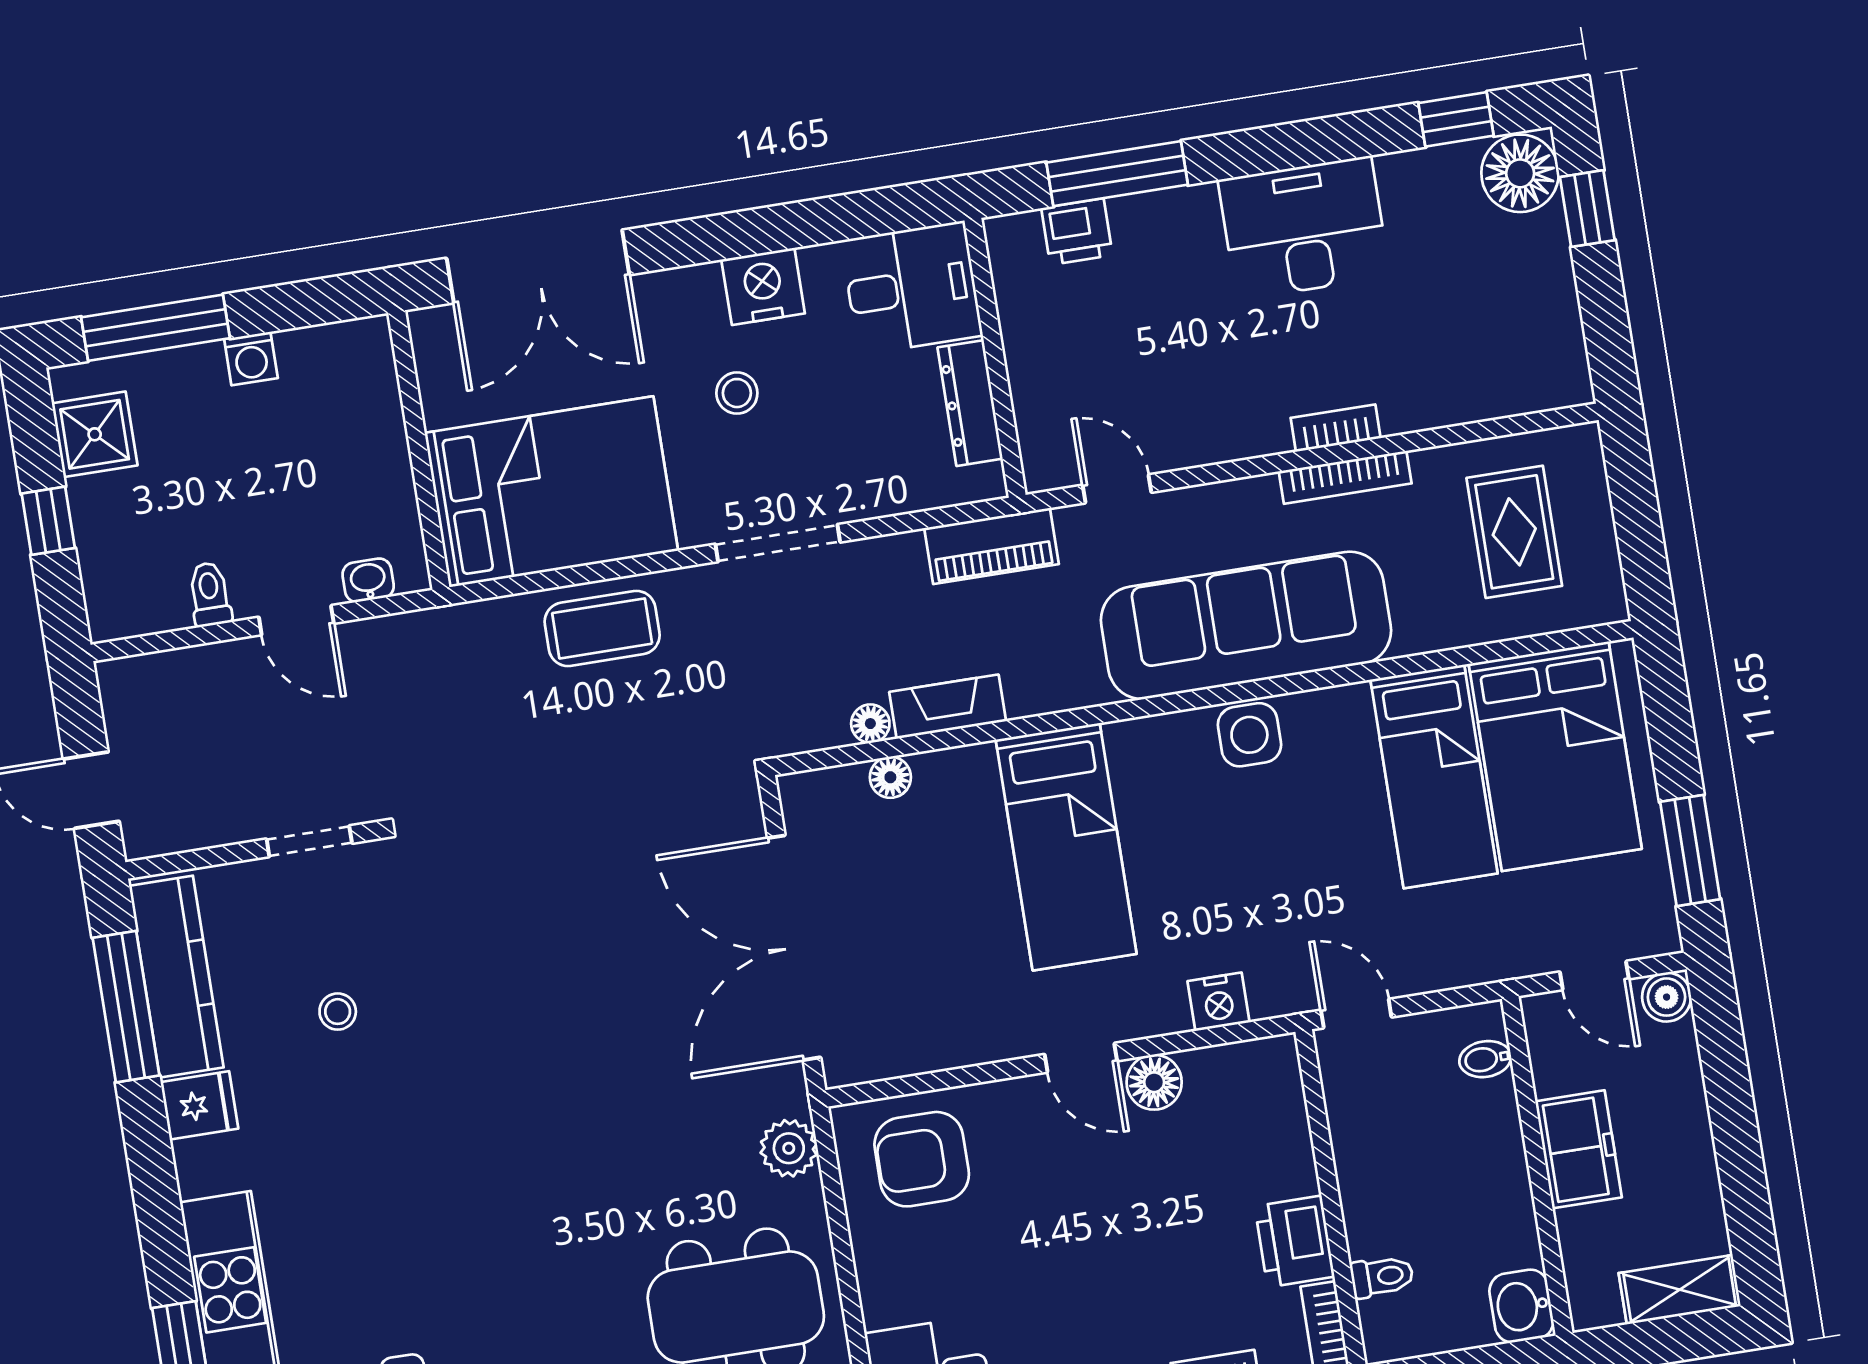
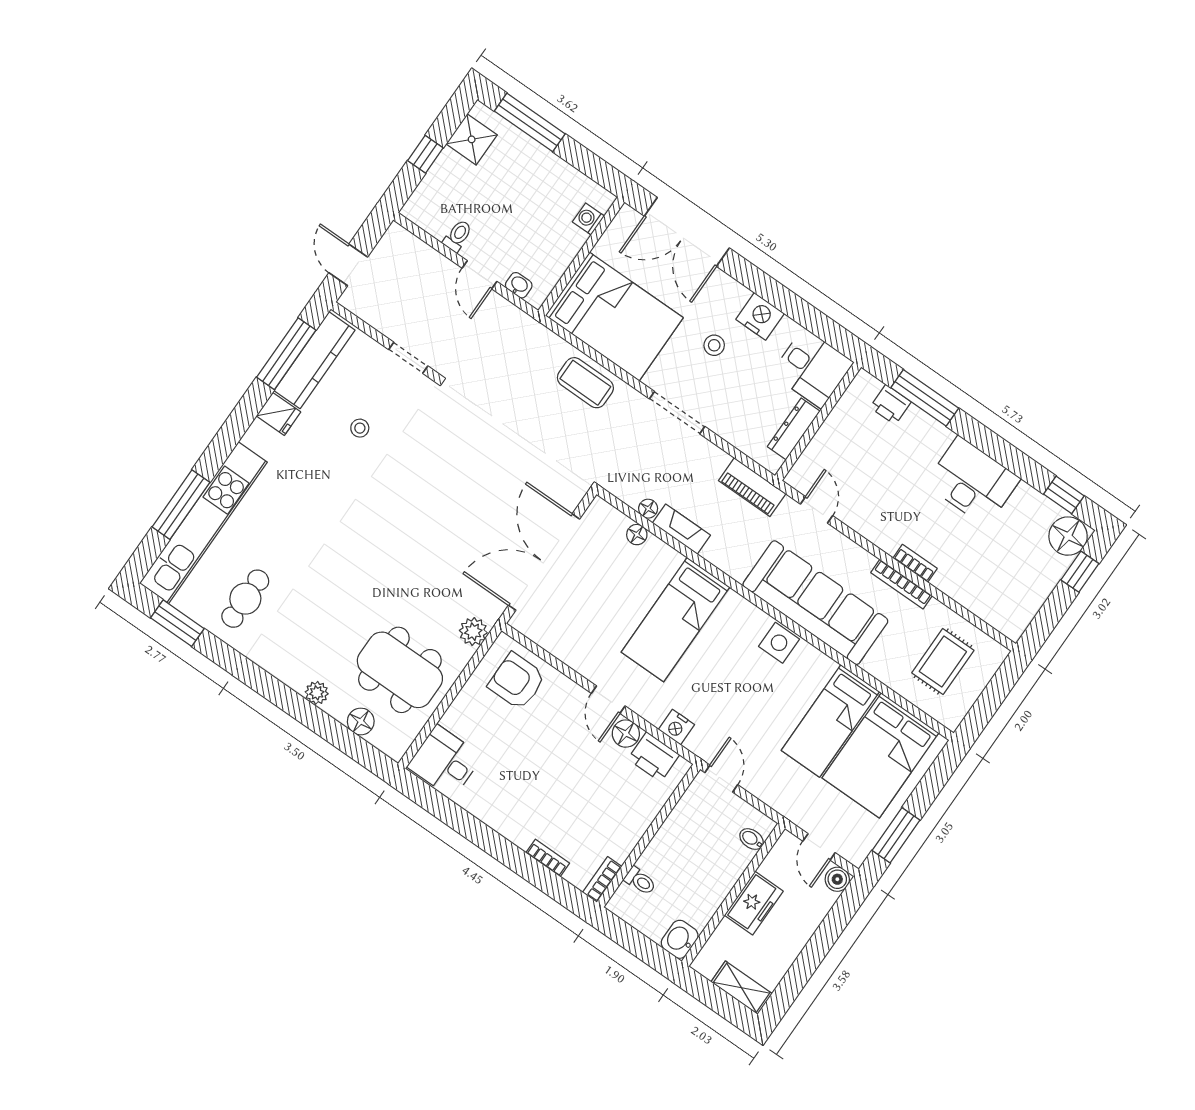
washing machine: (251, 359) -> (588, 219), moved, turned 90
printer: (1295, 1241) -> (654, 757), moved, turned -90

